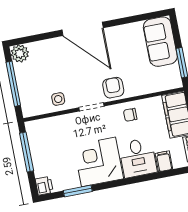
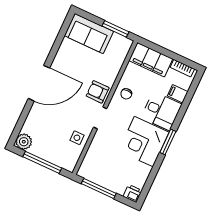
window: (78, 191) -> (168, 142), moved

